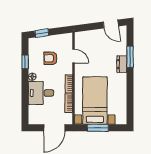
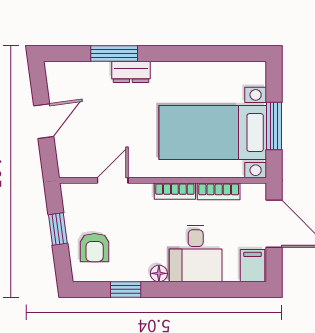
door: (111, 24) -> (44, 121), moved
window: (42, 33) -> (58, 229), moved
armchair: (51, 58) -> (95, 248), moved
filing cabinet: (36, 118) -> (252, 266), added

